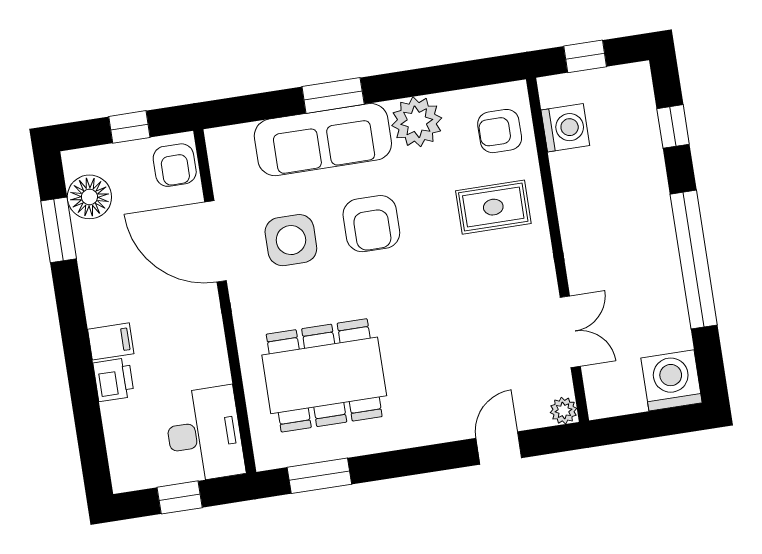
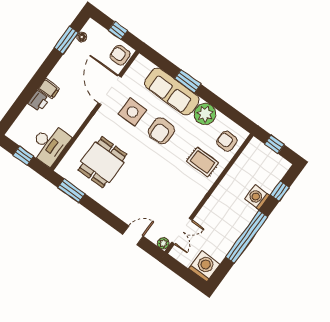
washing machine: (565, 128) -> (257, 197), moved, turned 180
armchair: (175, 165) -> (120, 55), turned 90
floor lamp: (89, 197) -> (82, 37), width x0.53, depth x0.53
double door: (570, 332) -> (182, 231), moved
dining table: (324, 375) -> (102, 162), width x0.73

